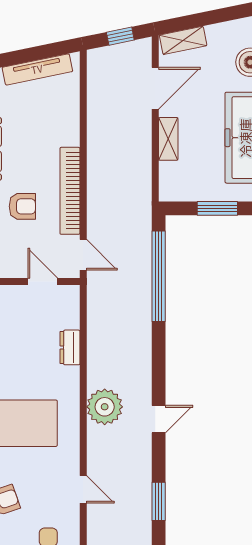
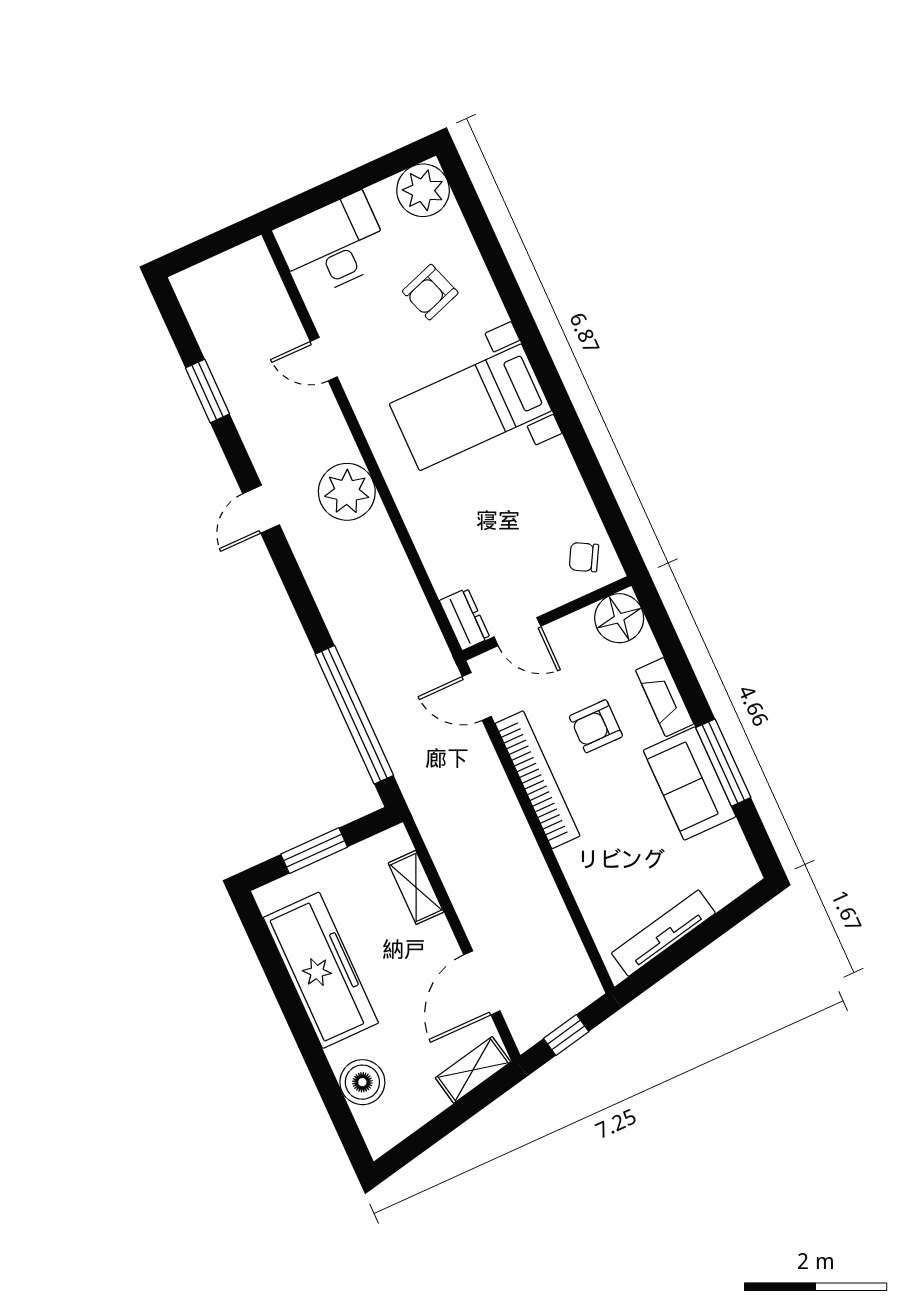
shelving: (168, 139) -> (416, 887), moved
dresser: (70, 347) -> (465, 619), moved

